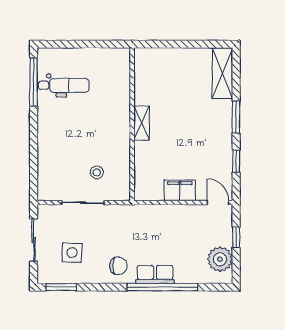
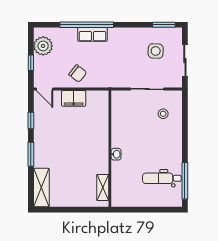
washbasin: (124, 117) -> (116, 154), added
shelving: (142, 123) -> (103, 187), moved
stool: (97, 172) -> (163, 114), moved
chair: (118, 266) -> (78, 73), moved, turned -142

